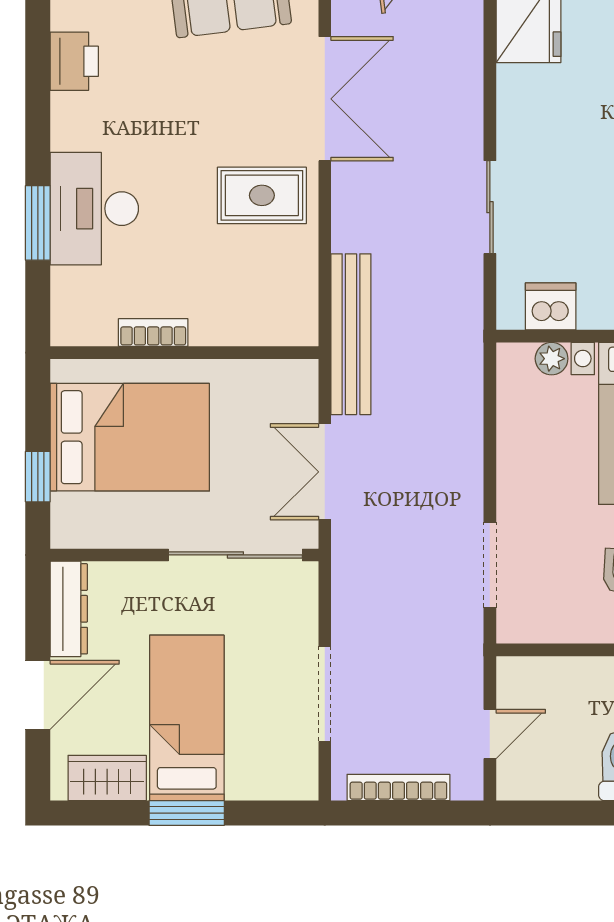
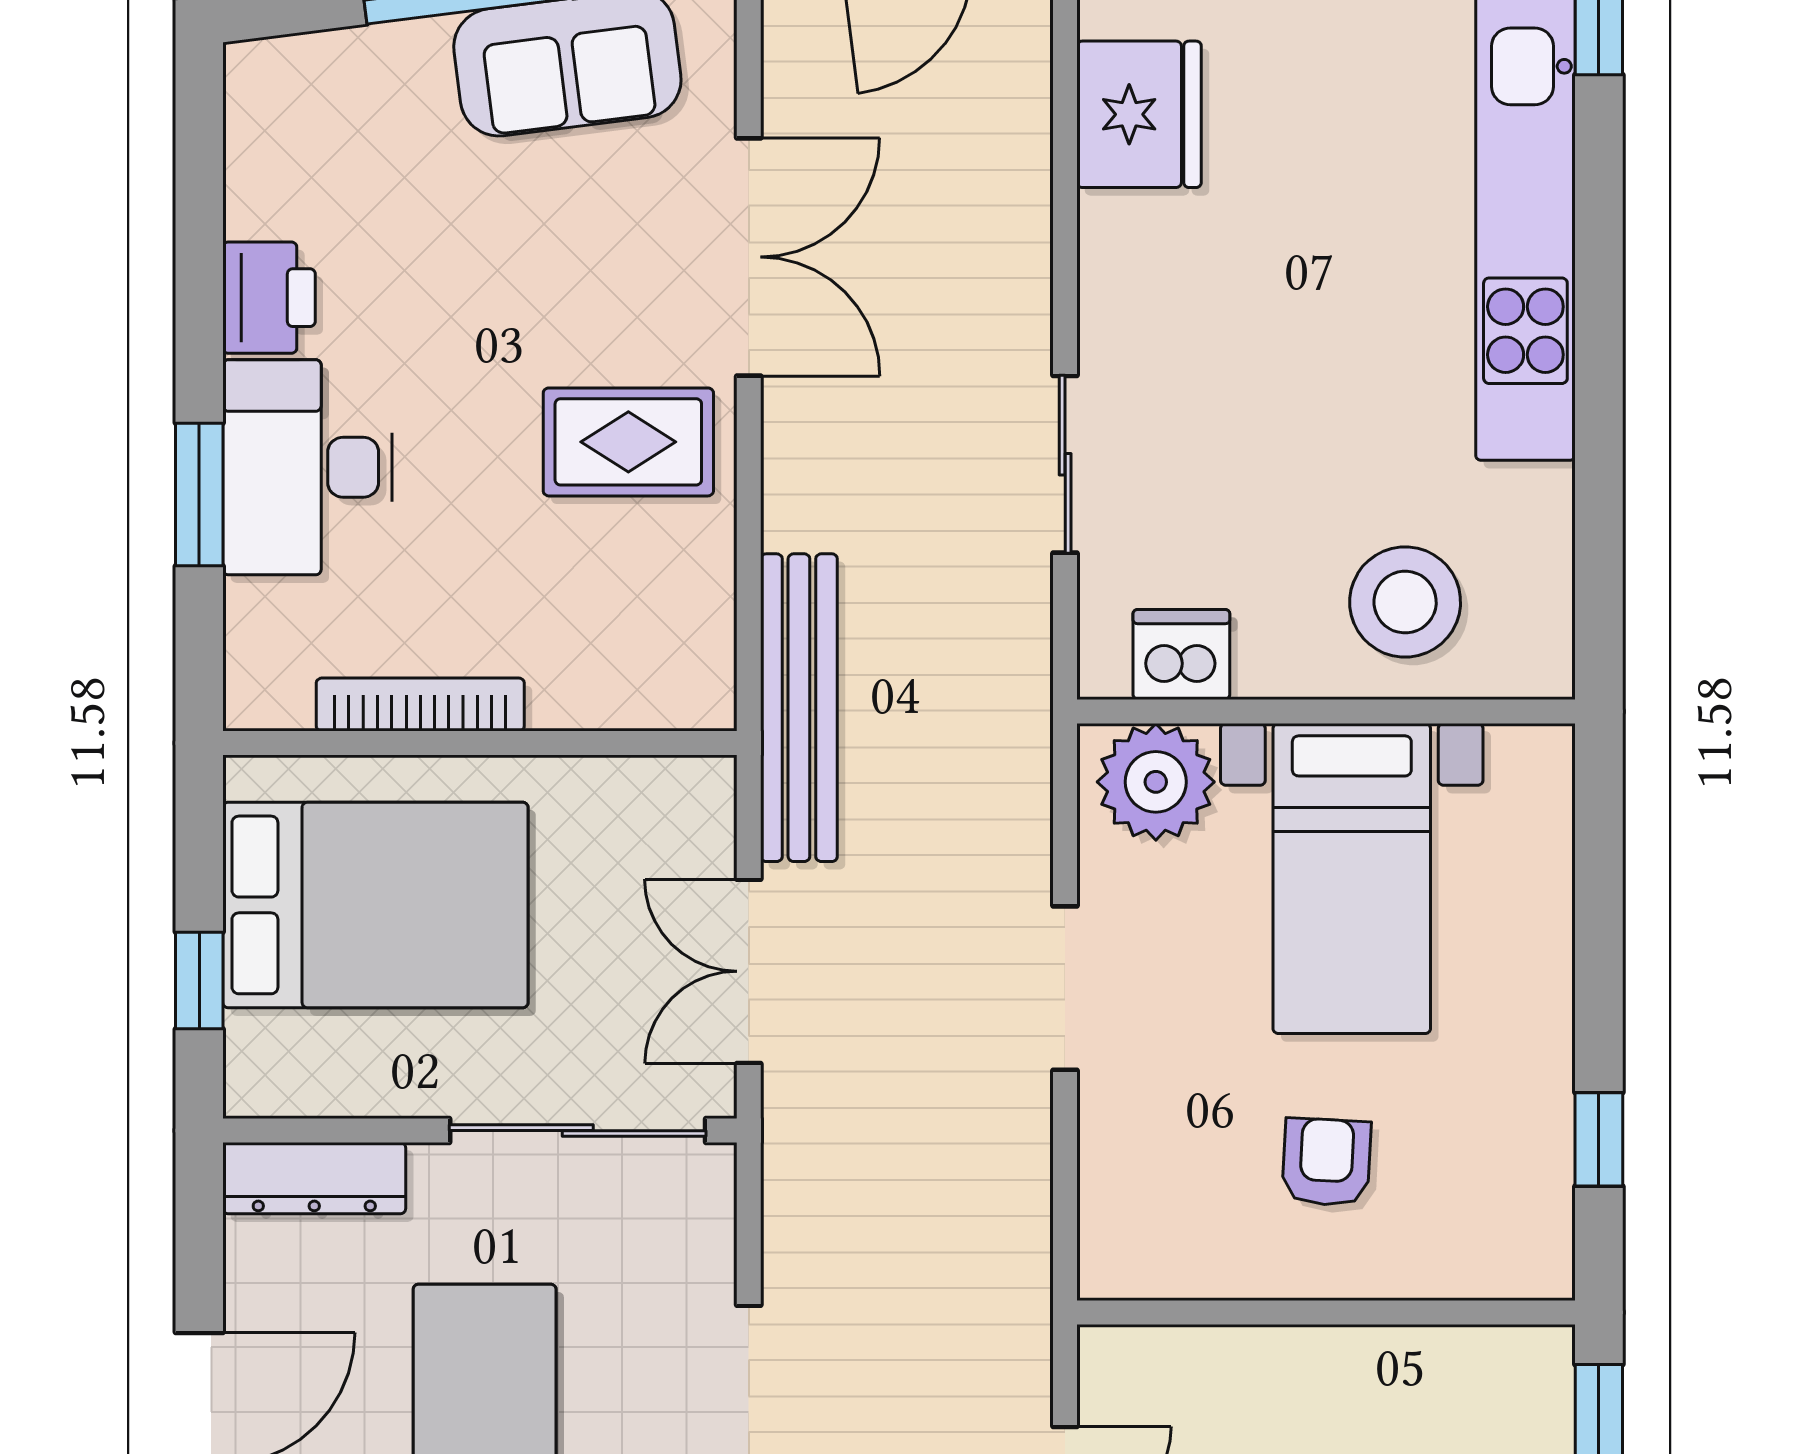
printer: (74, 61) -> (269, 298), moved
bookcase: (153, 333) -> (420, 705), width x1.56
plant: (552, 359) -> (1156, 782), width x1.88, depth x1.88
doorway: (490, 565) -> (1065, 988), moved
dresser: (69, 609) -> (314, 1178), moved, turned 90

